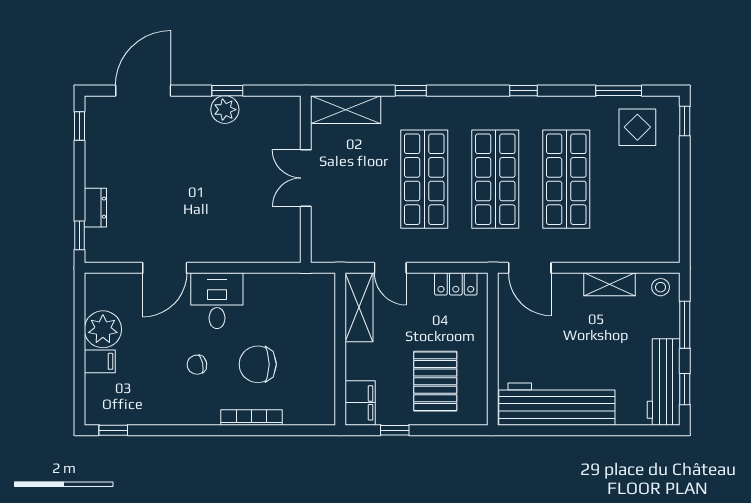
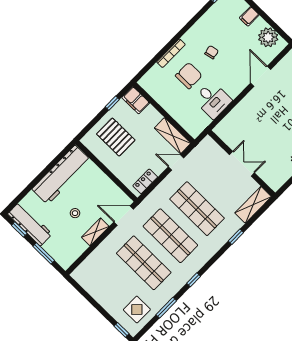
window: (619, 91) -> (166, 308), moved
shelving: (610, 284) -> (95, 232), moved
stool: (661, 287) -> (75, 213), moved
desk: (217, 301) -> (213, 100), moved
plant: (103, 329) -> (268, 37), moved

